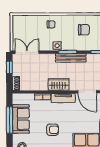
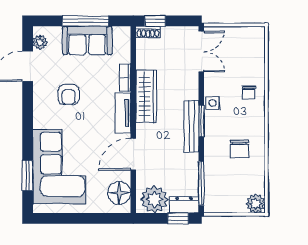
window: (9, 67) -> (155, 21), moved
wardrobe: (59, 84) -> (146, 96), width x1.50

